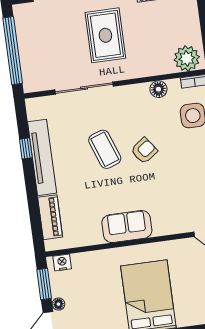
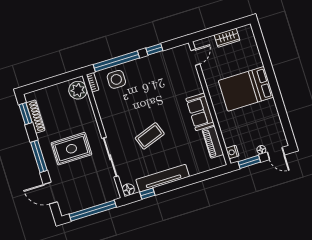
floor lamp: (158, 89) -> (128, 190), moved
window: (26, 148) -> (147, 194), moved
armchair: (144, 151) -> (146, 109), removed
piano: (50, 217) -> (213, 142), moved, turned -90

